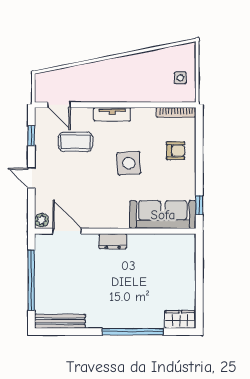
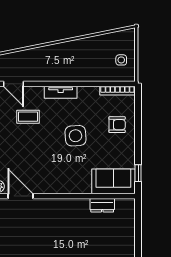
coffee table: (75, 142) -> (28, 117), width x0.73, depth x0.77
sofa: (163, 215) -> (113, 181), width x0.73
dresser: (113, 241) -> (102, 205), moved

